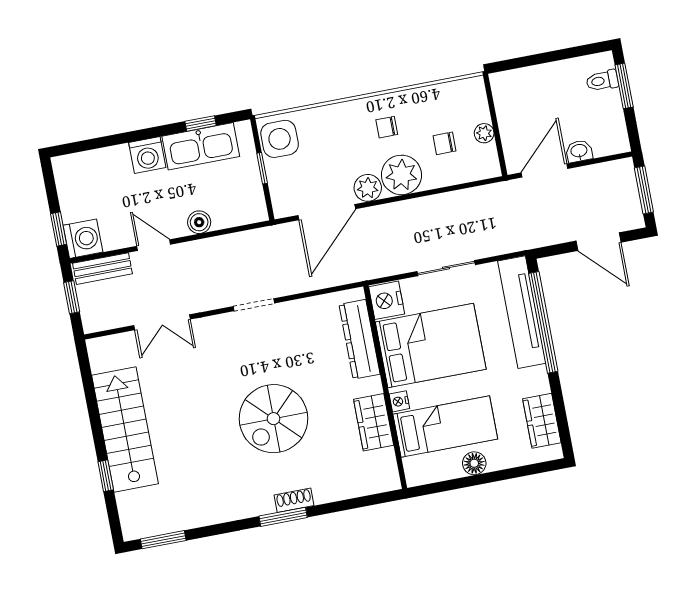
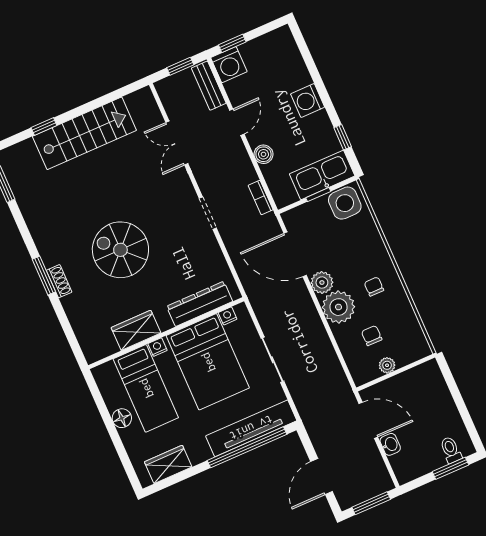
kitchen sink: (201, 146) -> (322, 175), moved, turned 90
bookcase: (250, 238) -> (261, 198), added
nightstand: (387, 300) -> (228, 316), width x0.53, depth x0.56

